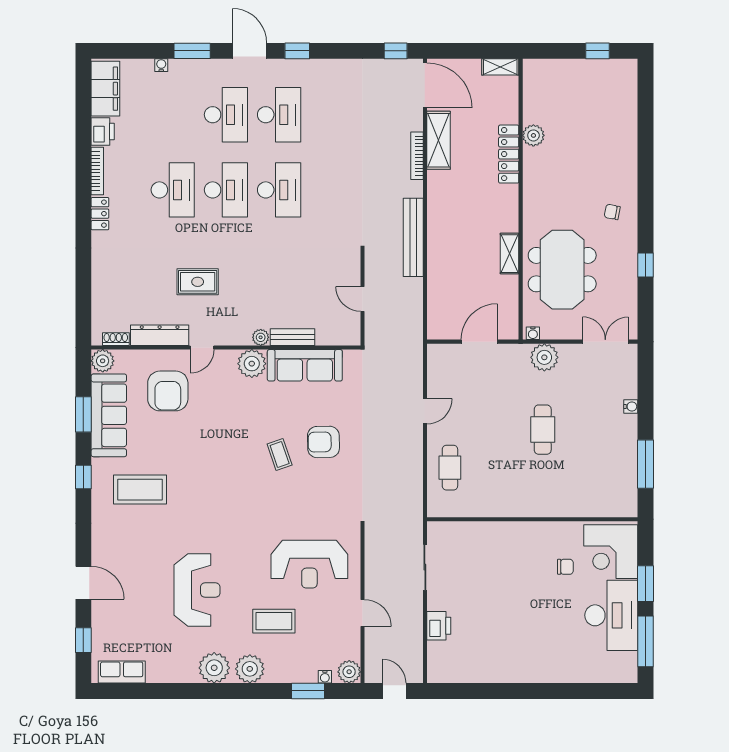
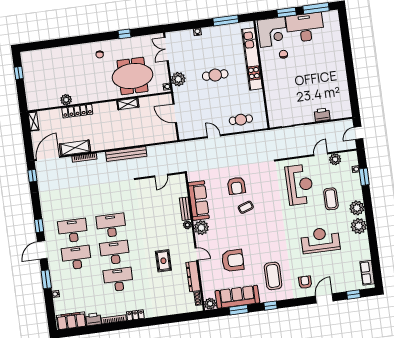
armchair: (168, 391) -> (233, 260), moved
kitchen unit: (564, 505) -> (252, 59), added
armchair: (120, 550) -> (305, 282), added
plant: (349, 672) -> (335, 159), moved

